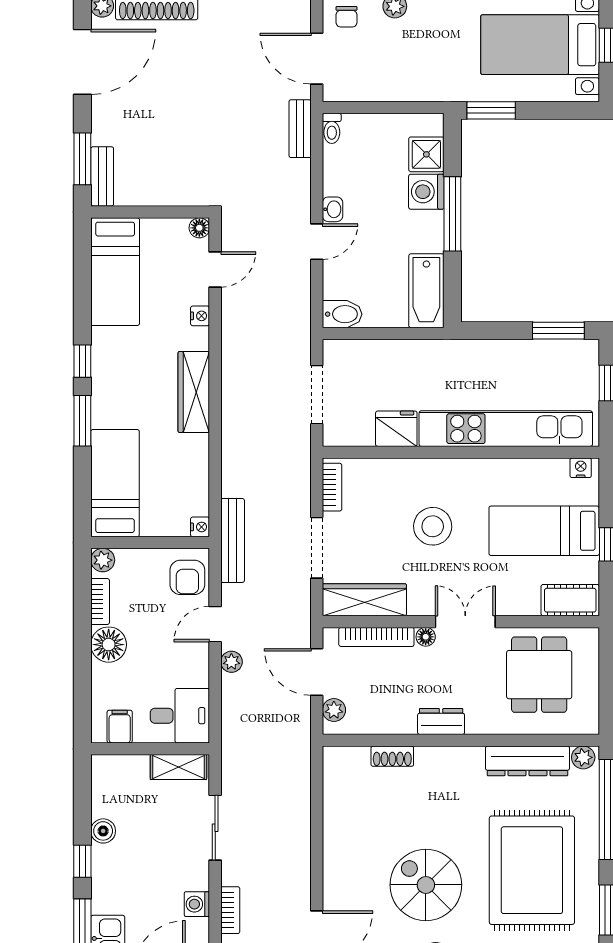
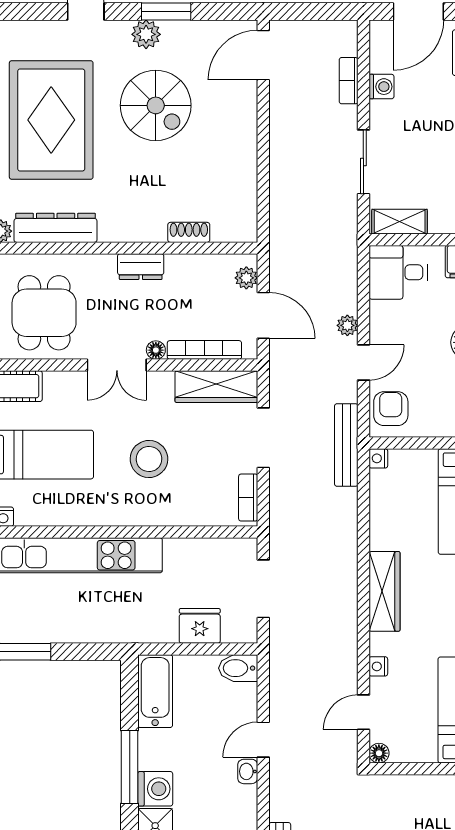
fridge: (396, 429) -> (200, 626), moved, turned 180

